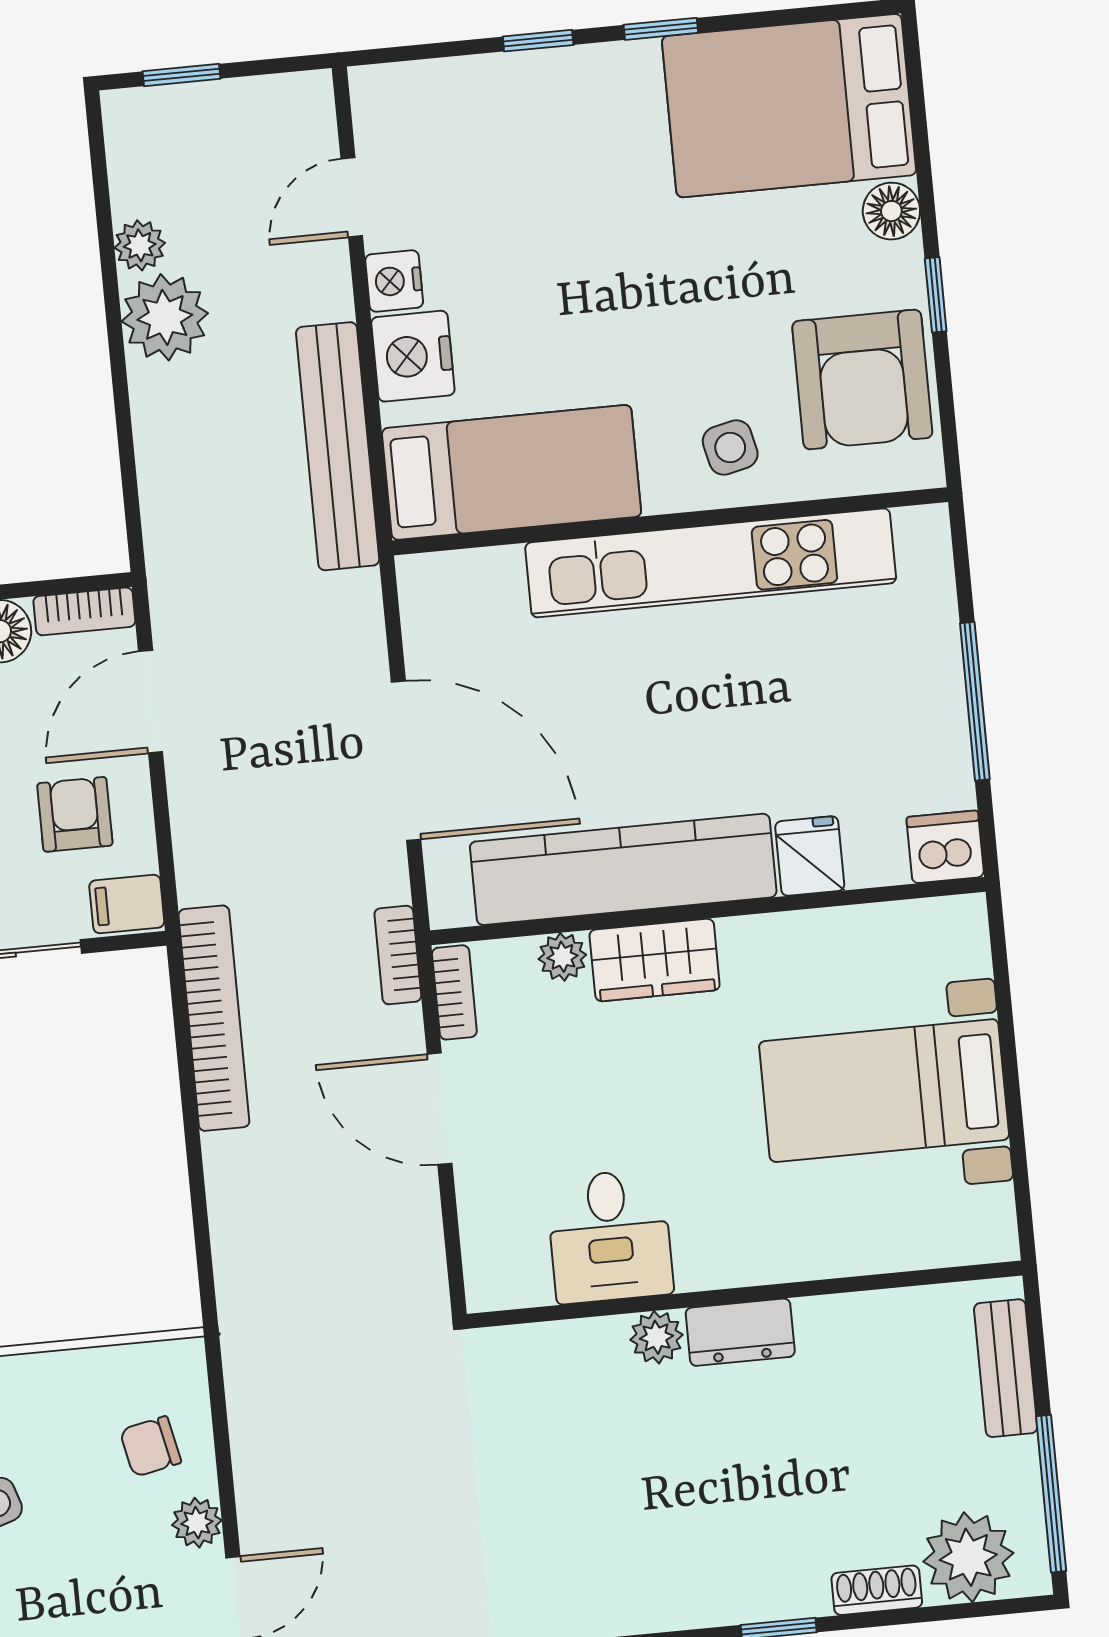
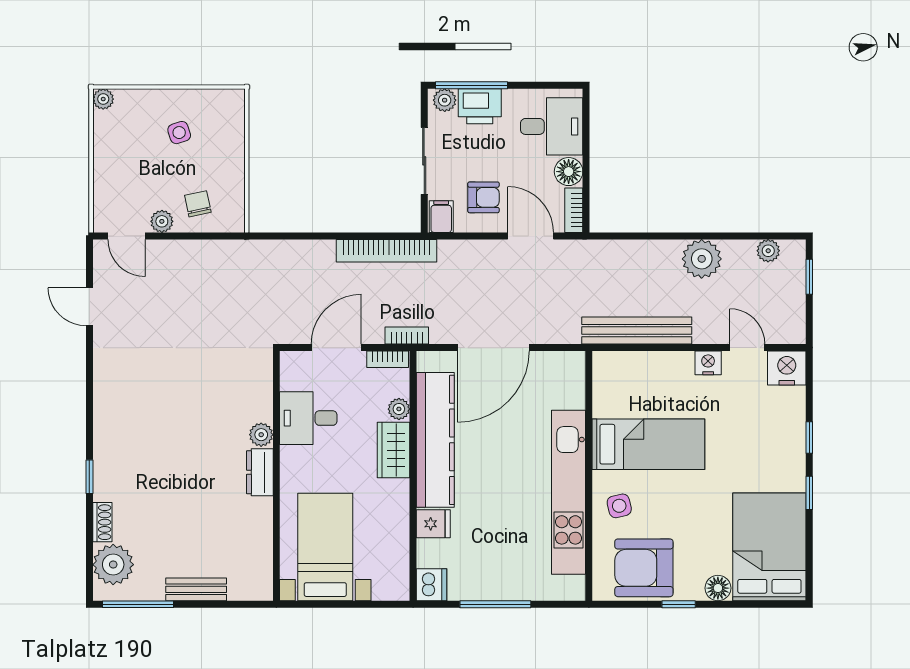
plant: (140, 245) -> (768, 251), moved
nightstand: (413, 356) -> (787, 368), moved
bed: (512, 472) -> (648, 444), moved, turned -90
desk: (610, 1236) -> (308, 418), moved
wall: (745, 1295) -> (276, 476), moved
dresser: (740, 1332) -> (260, 472), moved
plant: (656, 1337) -> (261, 435), moved

